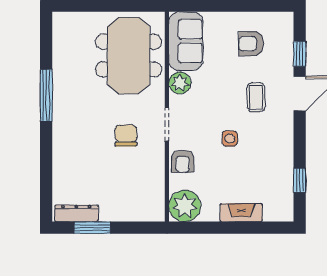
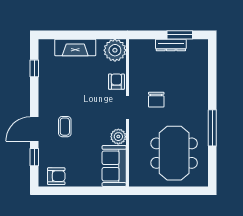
armchair: (251, 44) -> (56, 176), moved
meeting table: (129, 56) -> (174, 153), moved
side table: (230, 139) -> (83, 98), removed
dresser: (76, 213) -> (171, 45), moved
fireplace: (241, 213) -> (75, 47), width x1.37, depth x1.32

